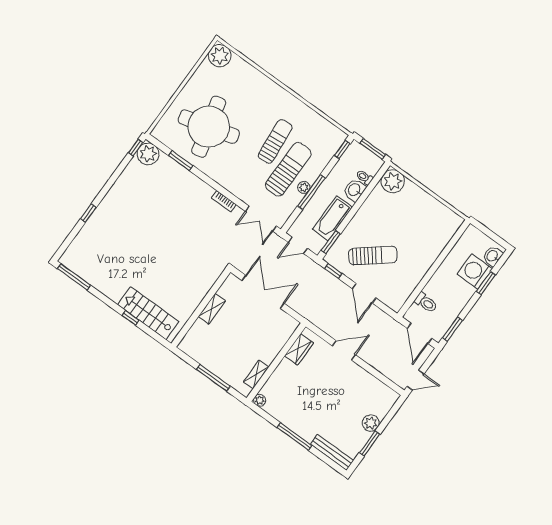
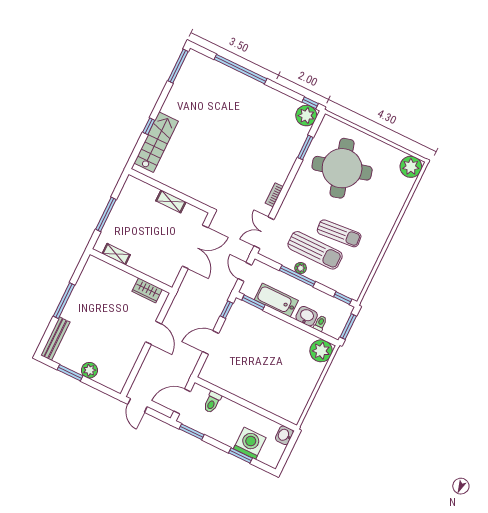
window: (88, 213) -> (241, 69), width x3.17
sun lounger: (373, 256) -> (248, 344), removed
washbasin: (492, 256) -> (284, 435), moved, turned -90
plant: (260, 400) -> (92, 262), removed

